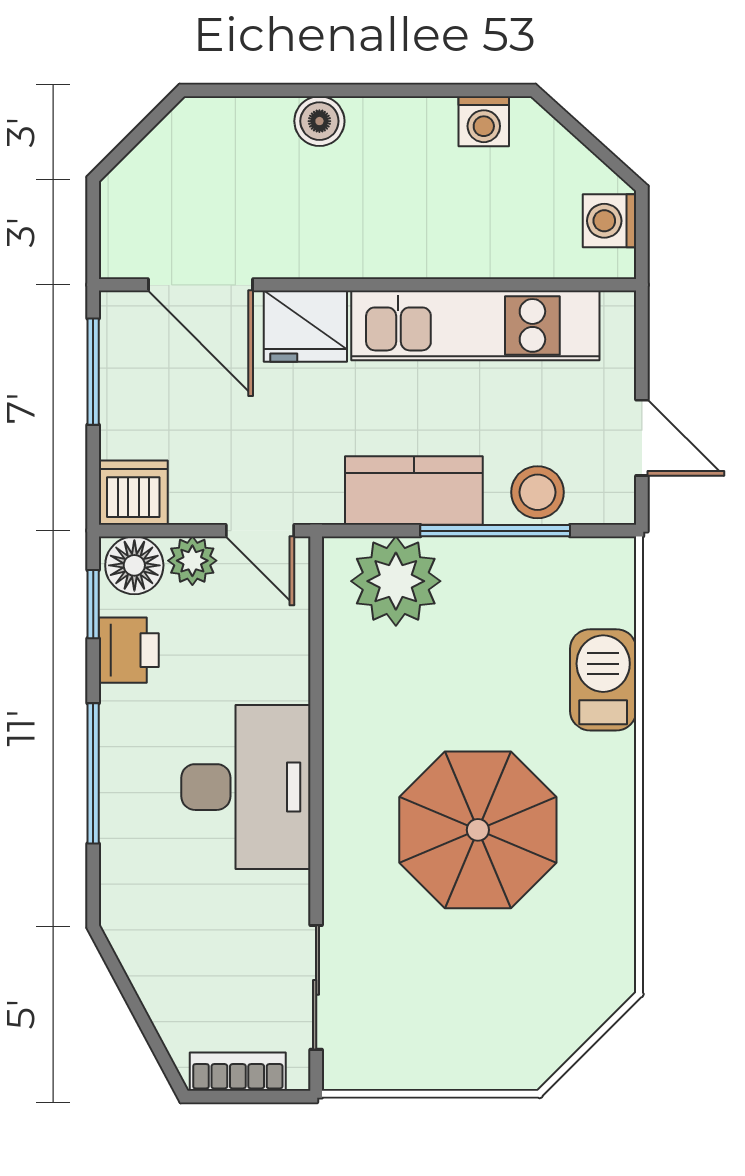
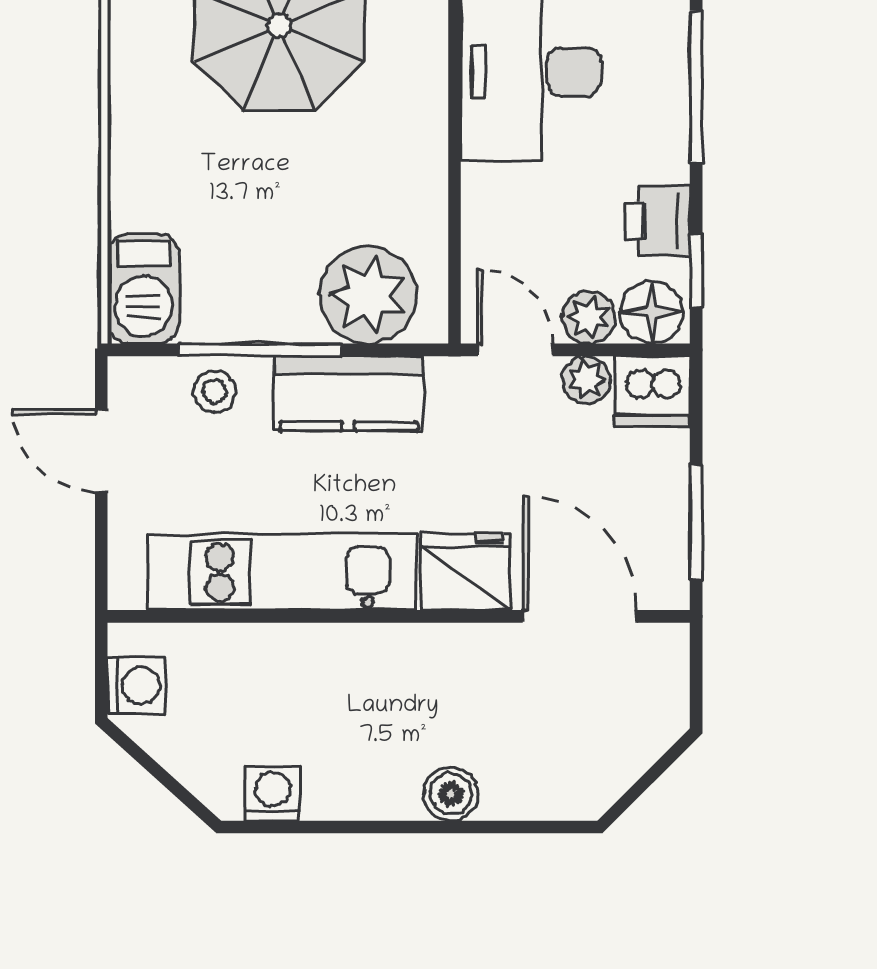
stool: (538, 492) -> (214, 391), width x0.73, depth x0.73
plant: (194, 503) -> (587, 380), added
barbecue: (603, 680) -> (143, 289), moved

